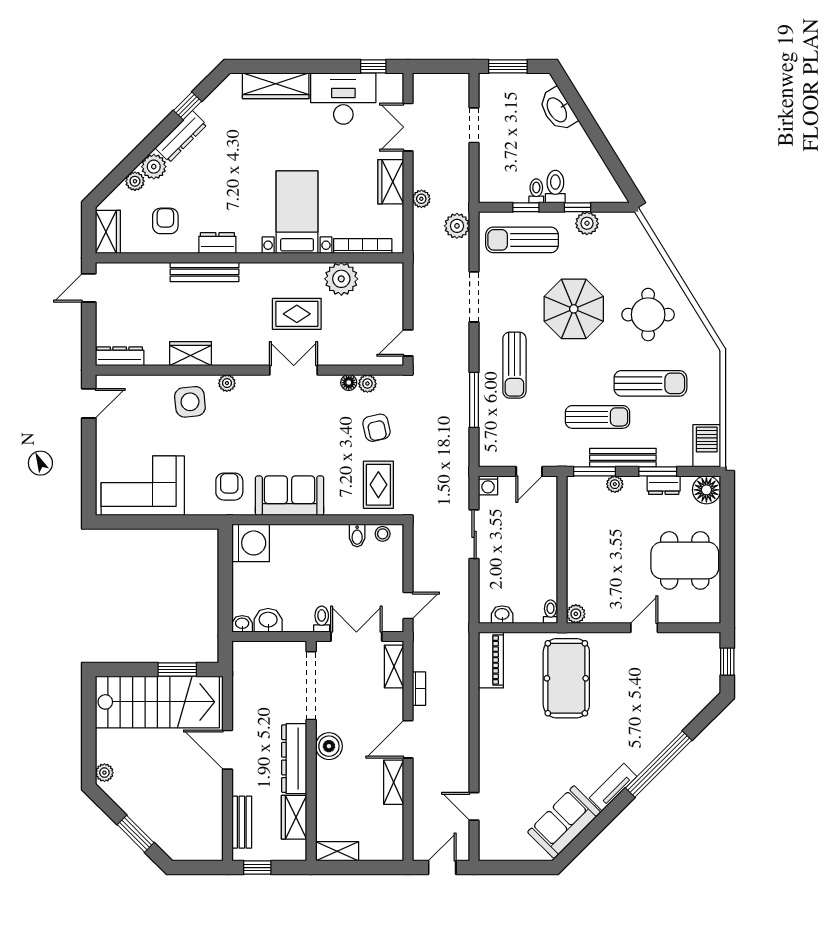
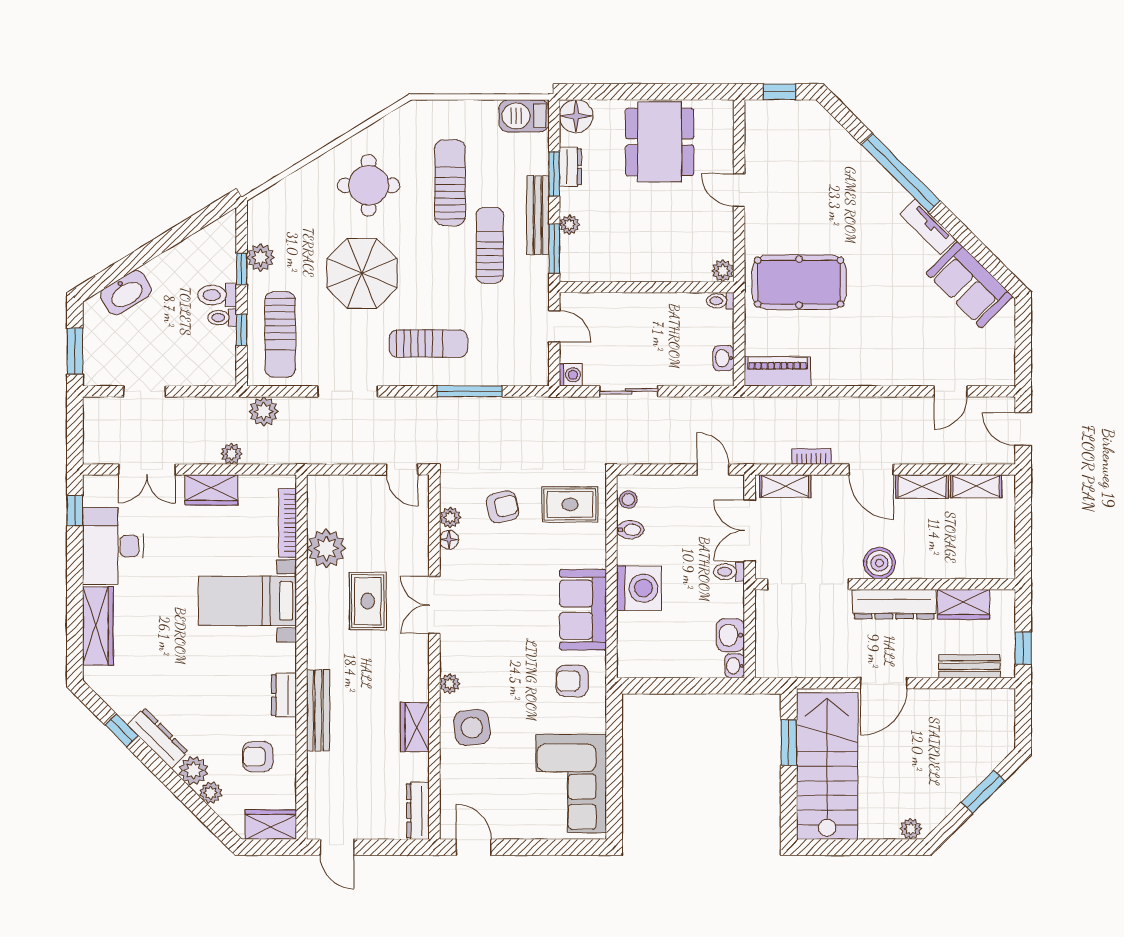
washing machine: (251, 543) -> (639, 588), moved, turned 90
shelving: (337, 851) -> (976, 486), moved, turned 90

